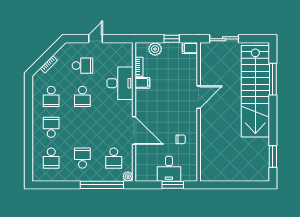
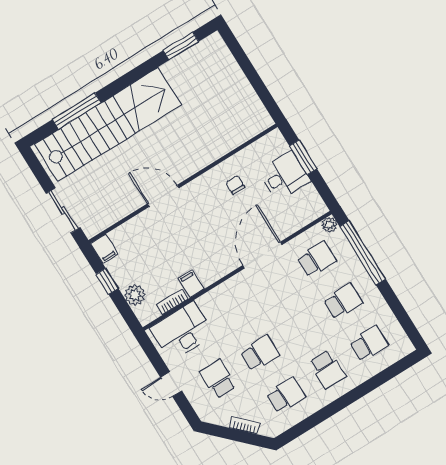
desk: (120, 83) -> (182, 331), moved
school desk: (51, 127) -> (327, 369), turned -90
school desk: (82, 158) -> (343, 301), turned 180

